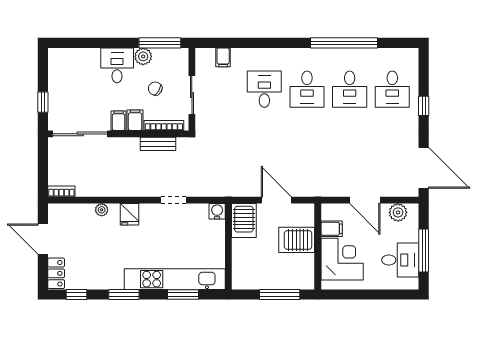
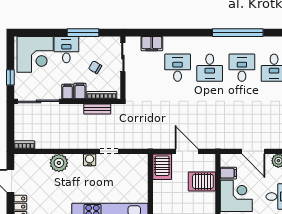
window: (160, 43) -> (83, 33), moved
plant: (143, 56) -> (86, 43), removed
filing cabinet: (223, 57) -> (152, 44), width x2.00
corner desk: (76, 72) -> (35, 54), added
desk: (350, 89) -> (242, 68), turned 180
sliding door: (192, 95) -> (123, 57), moved
plant: (102, 210) -> (59, 163), width x1.88, depth x1.88
water cooler: (217, 211) -> (90, 160), moved
fridge: (129, 214) -> (76, 162), removed

